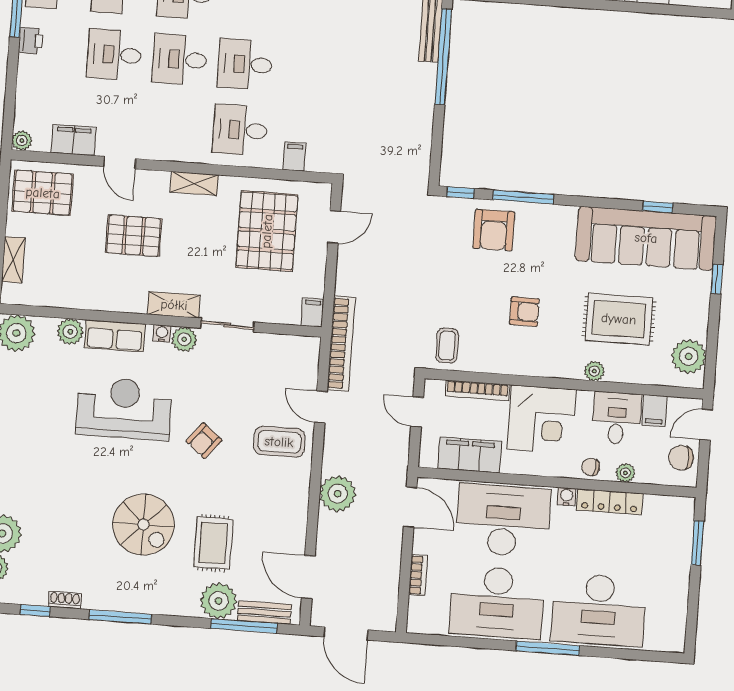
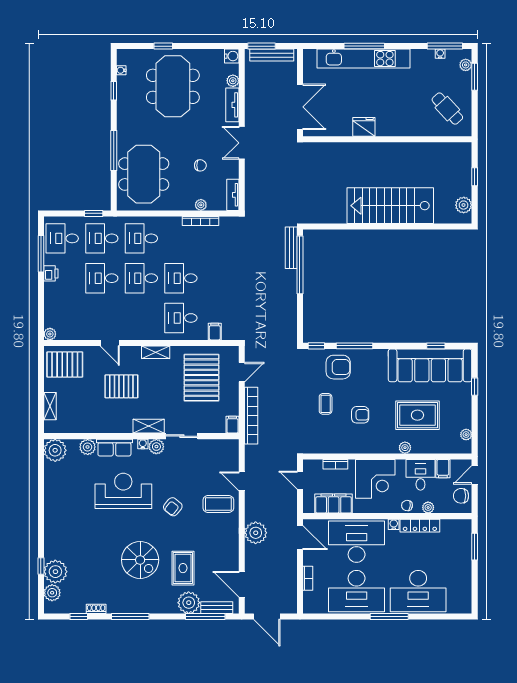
filing cabinet: (74, 140) -> (81, 331), removed
armchair: (494, 230) -> (338, 367), turned -90
bookcase: (341, 344) -> (251, 416), moved
coffee table: (447, 346) -> (326, 404), moved
plant: (689, 356) -> (466, 435), width x0.53, depth x0.53
bookcase: (477, 390) -> (335, 464), width x0.64

